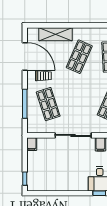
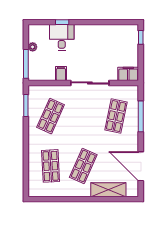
trolley: (43, 76) -> (121, 146), removed
shop shelf: (48, 104) -> (116, 116), turned 30
filing cabinet: (32, 144) -> (128, 74), width x2.00

